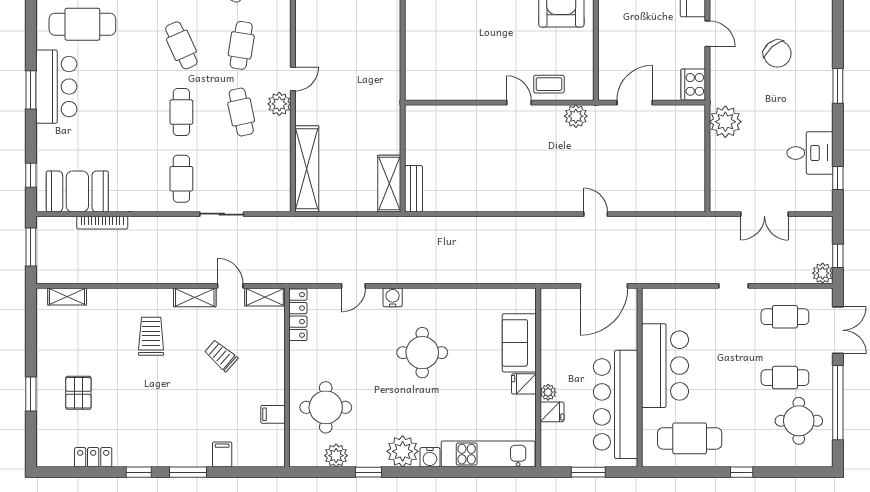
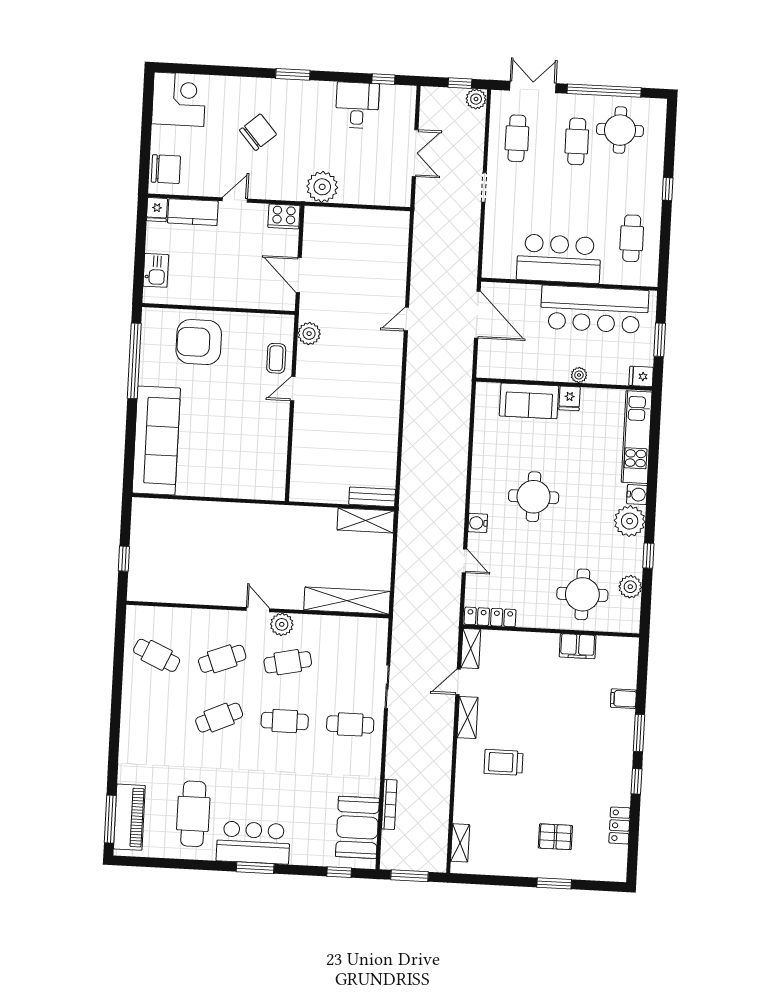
cafe table: (241, 45) -> (222, 659), turned -30
trolley: (221, 356) -> (526, 695), removed
fridge: (552, 412) -> (641, 376), moved, turned -90
filing cabinet: (273, 414) -> (578, 646), width x2.00
cafe table: (690, 438) -> (632, 238), width x0.73, depth x0.74

